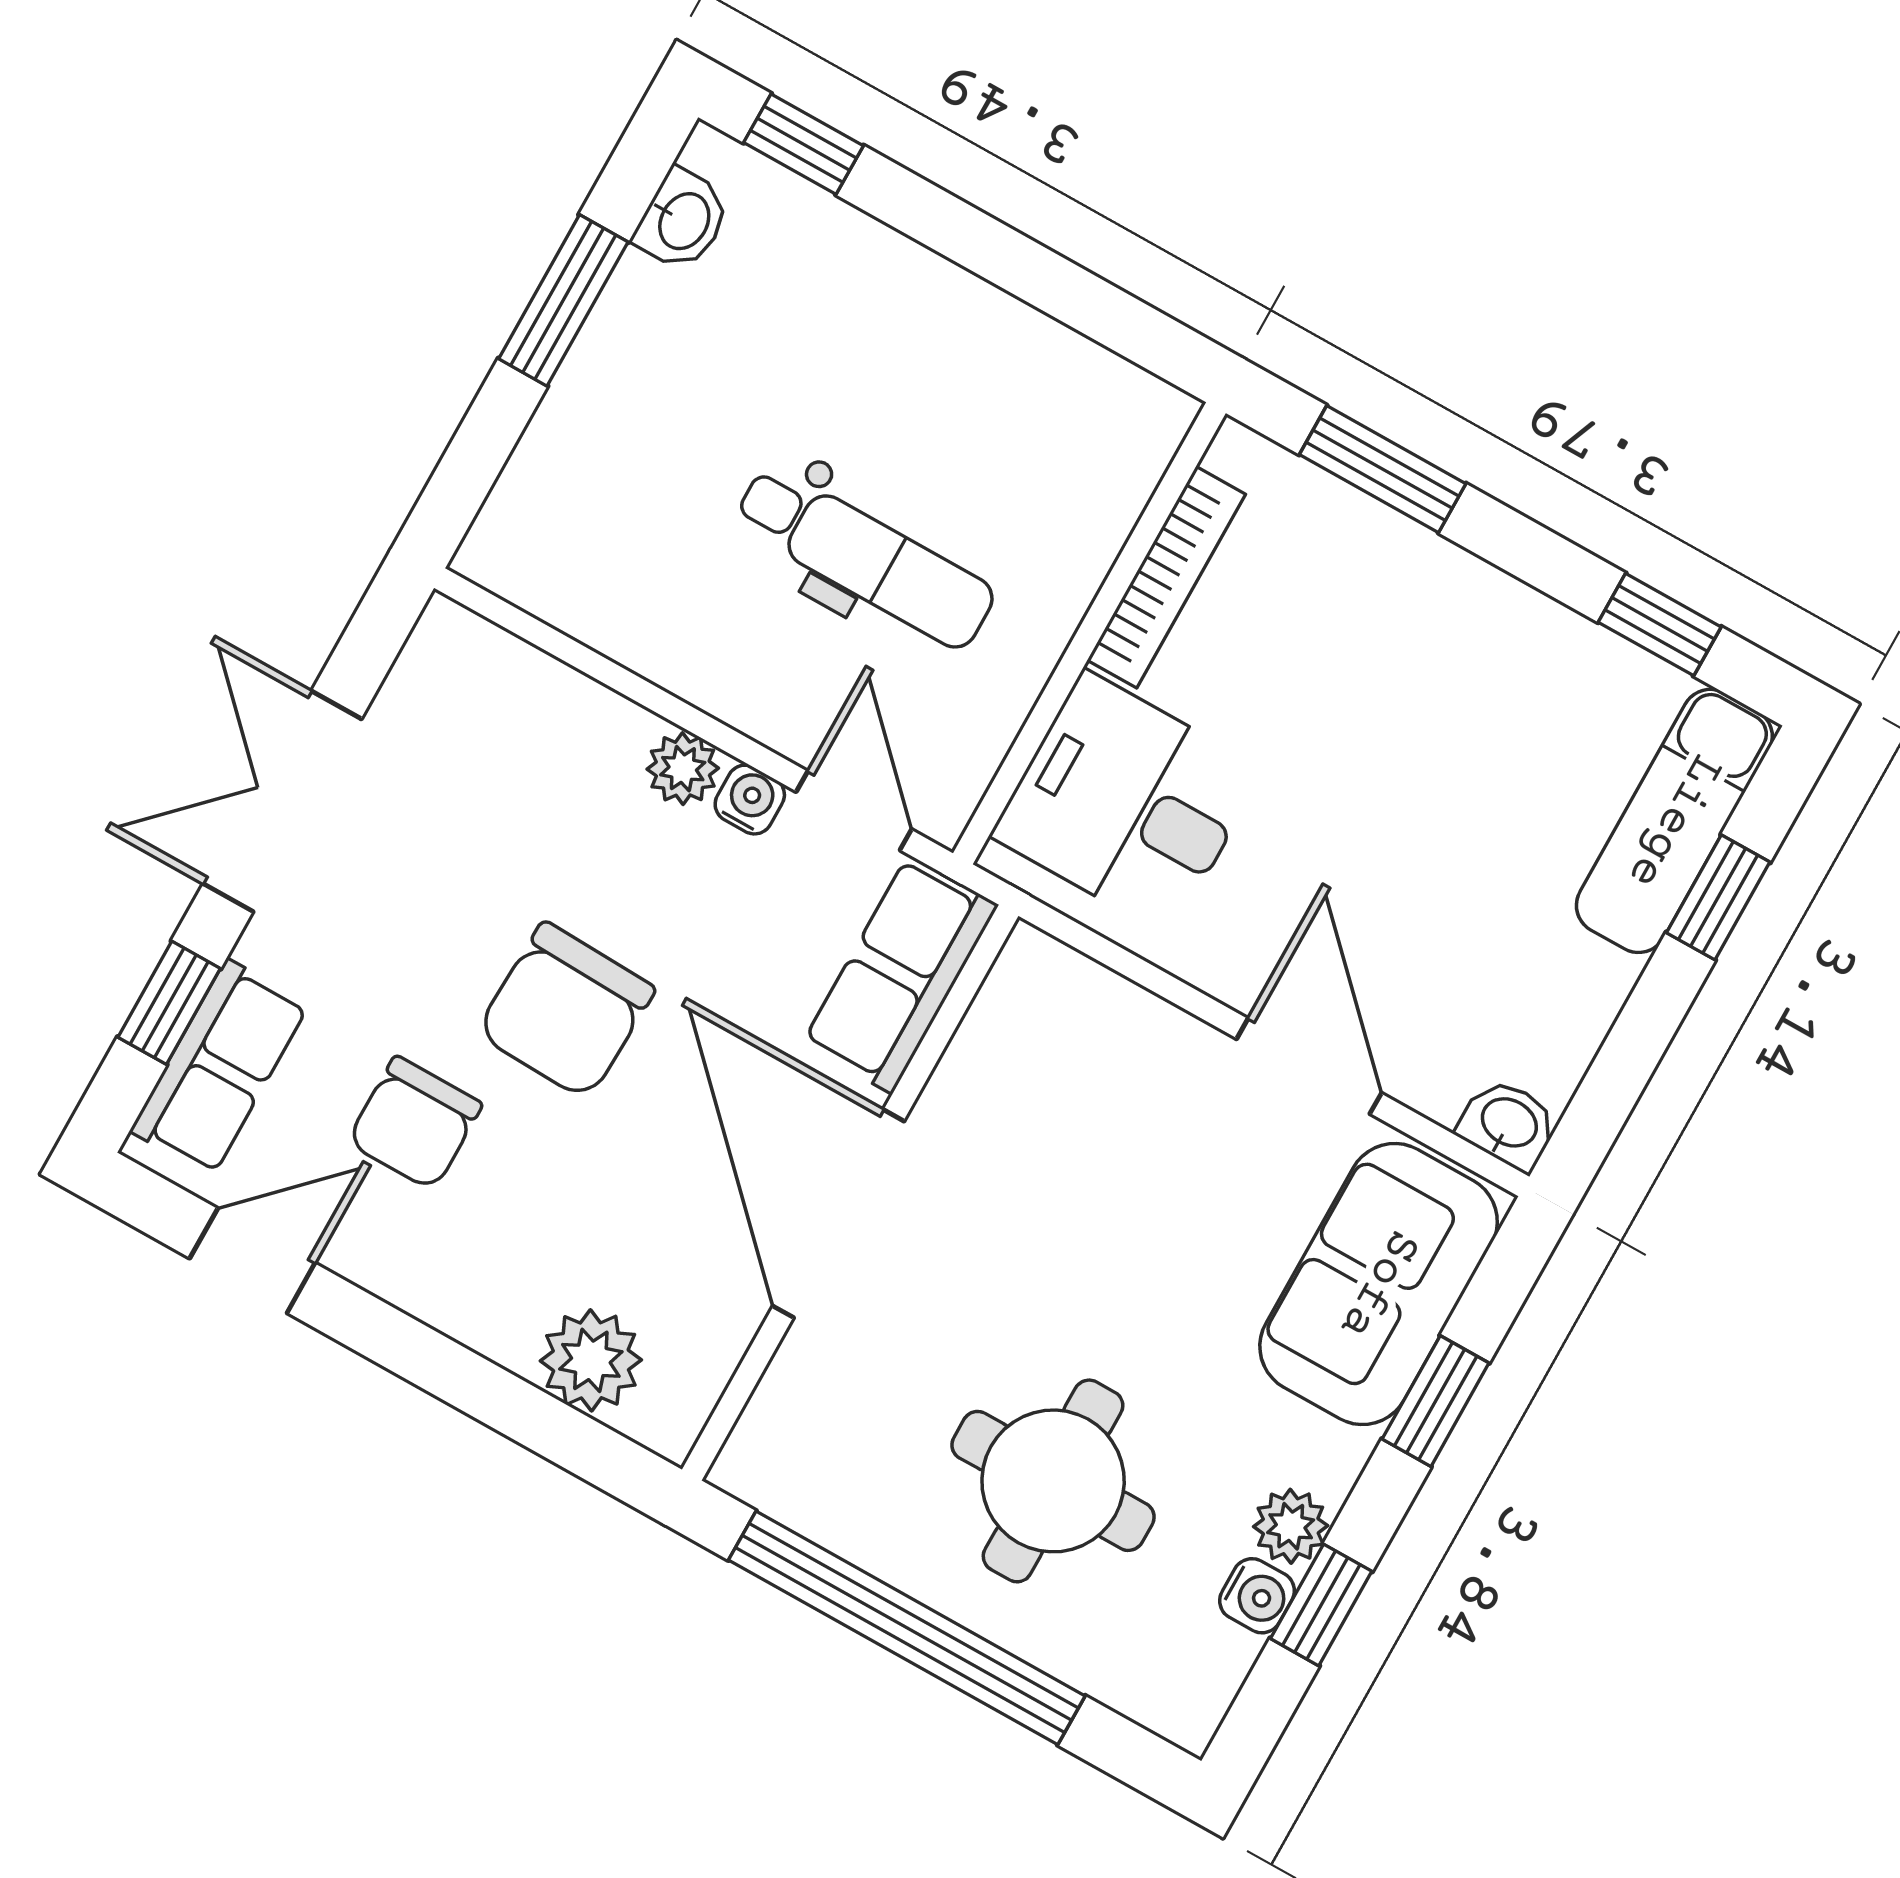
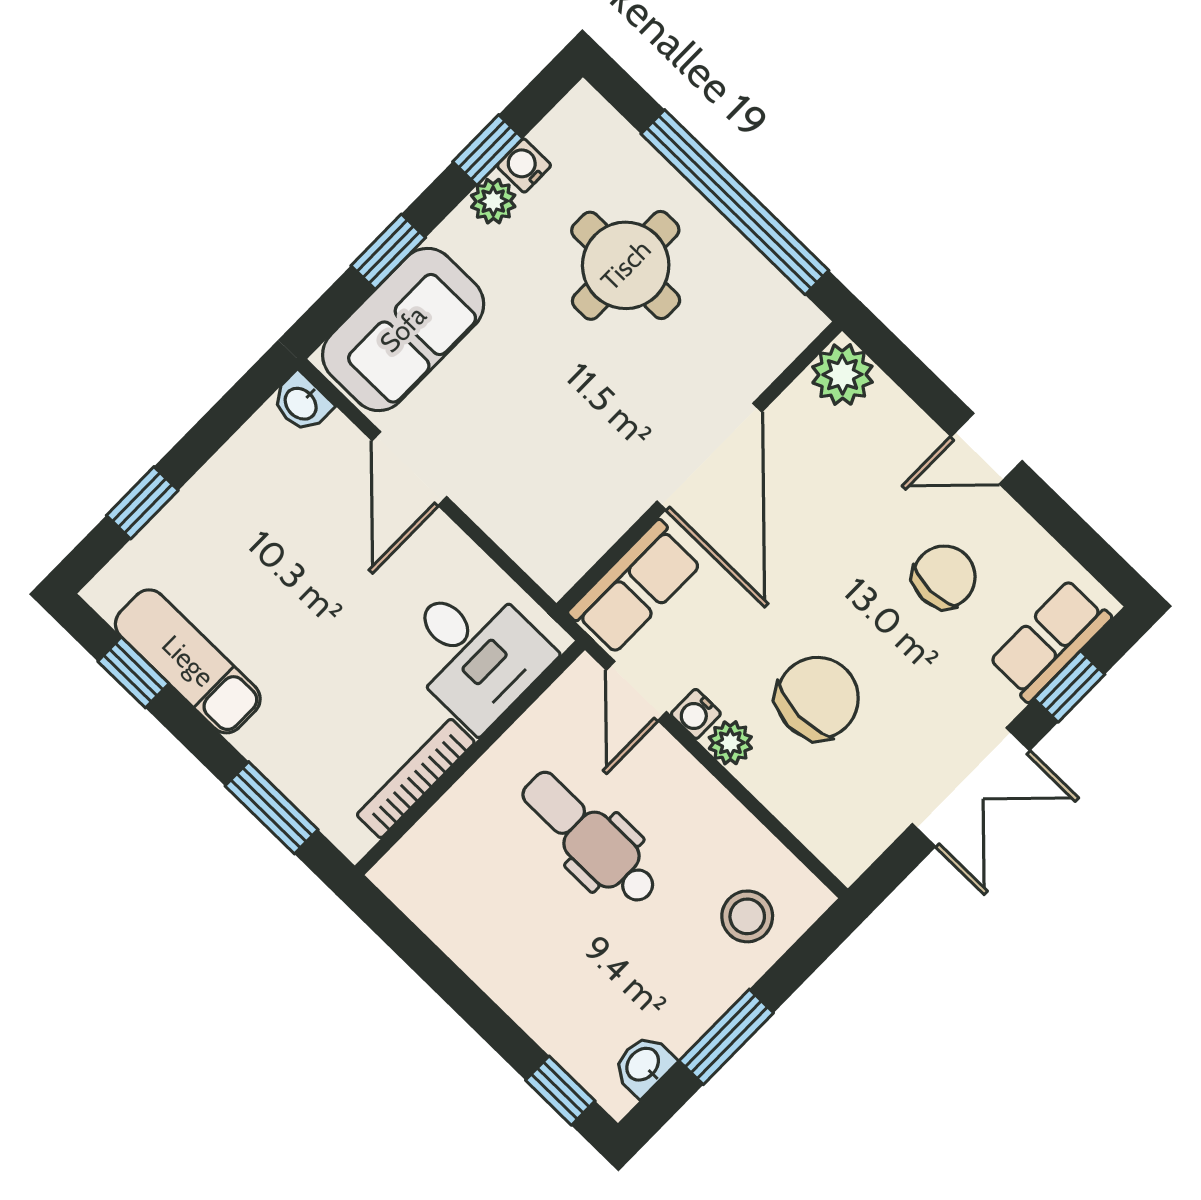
stool: (582, 500) -> (747, 916), added
exam couch: (1674, 821) -> (188, 661), moved, turned -90
chair: (566, 1011) -> (817, 698), moved
door: (252, 1261) -> (987, 449), moved
plant: (591, 1360) -> (842, 375), moved

